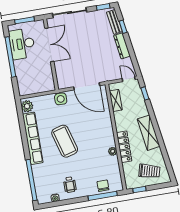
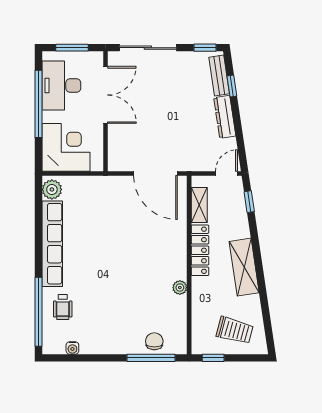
door: (129, 79) -> (226, 173), hinge flipped
corner desk: (31, 80) -> (66, 147), added
side table: (61, 99) -> (109, 187), removed
coffee table: (65, 141) -> (104, 257), removed
locker: (124, 147) -> (200, 250), moved
wheelchair: (70, 185) -> (63, 307), moved

